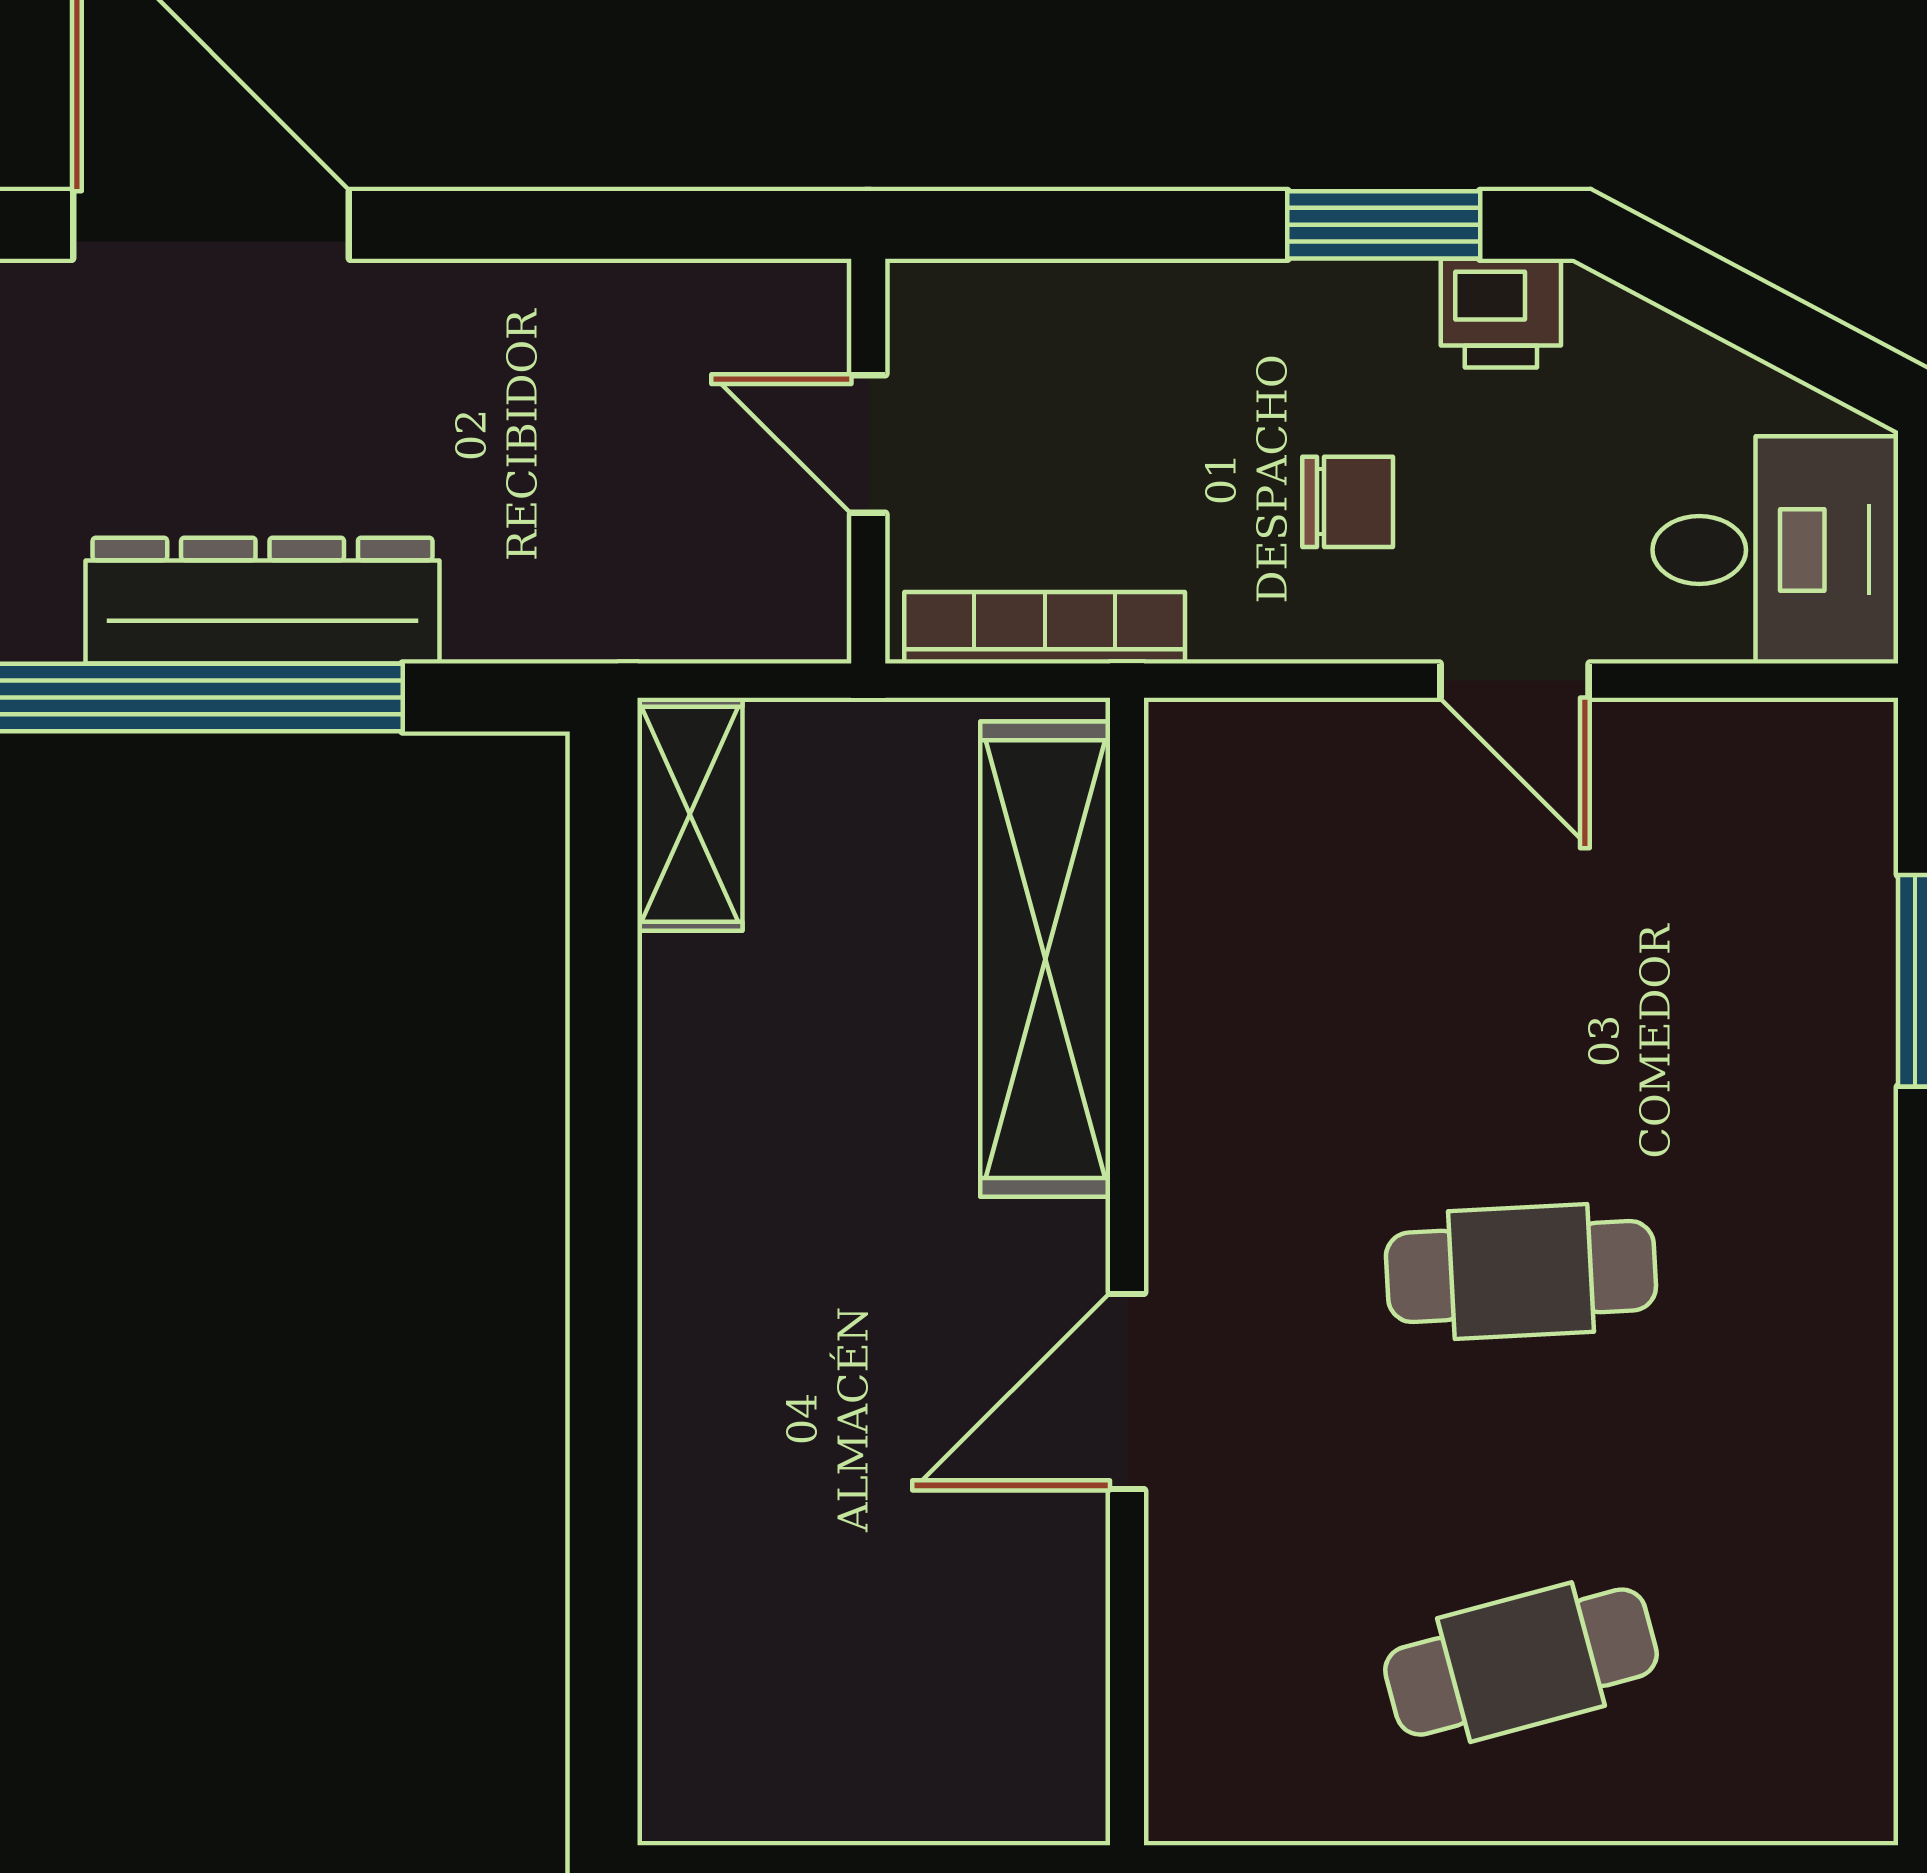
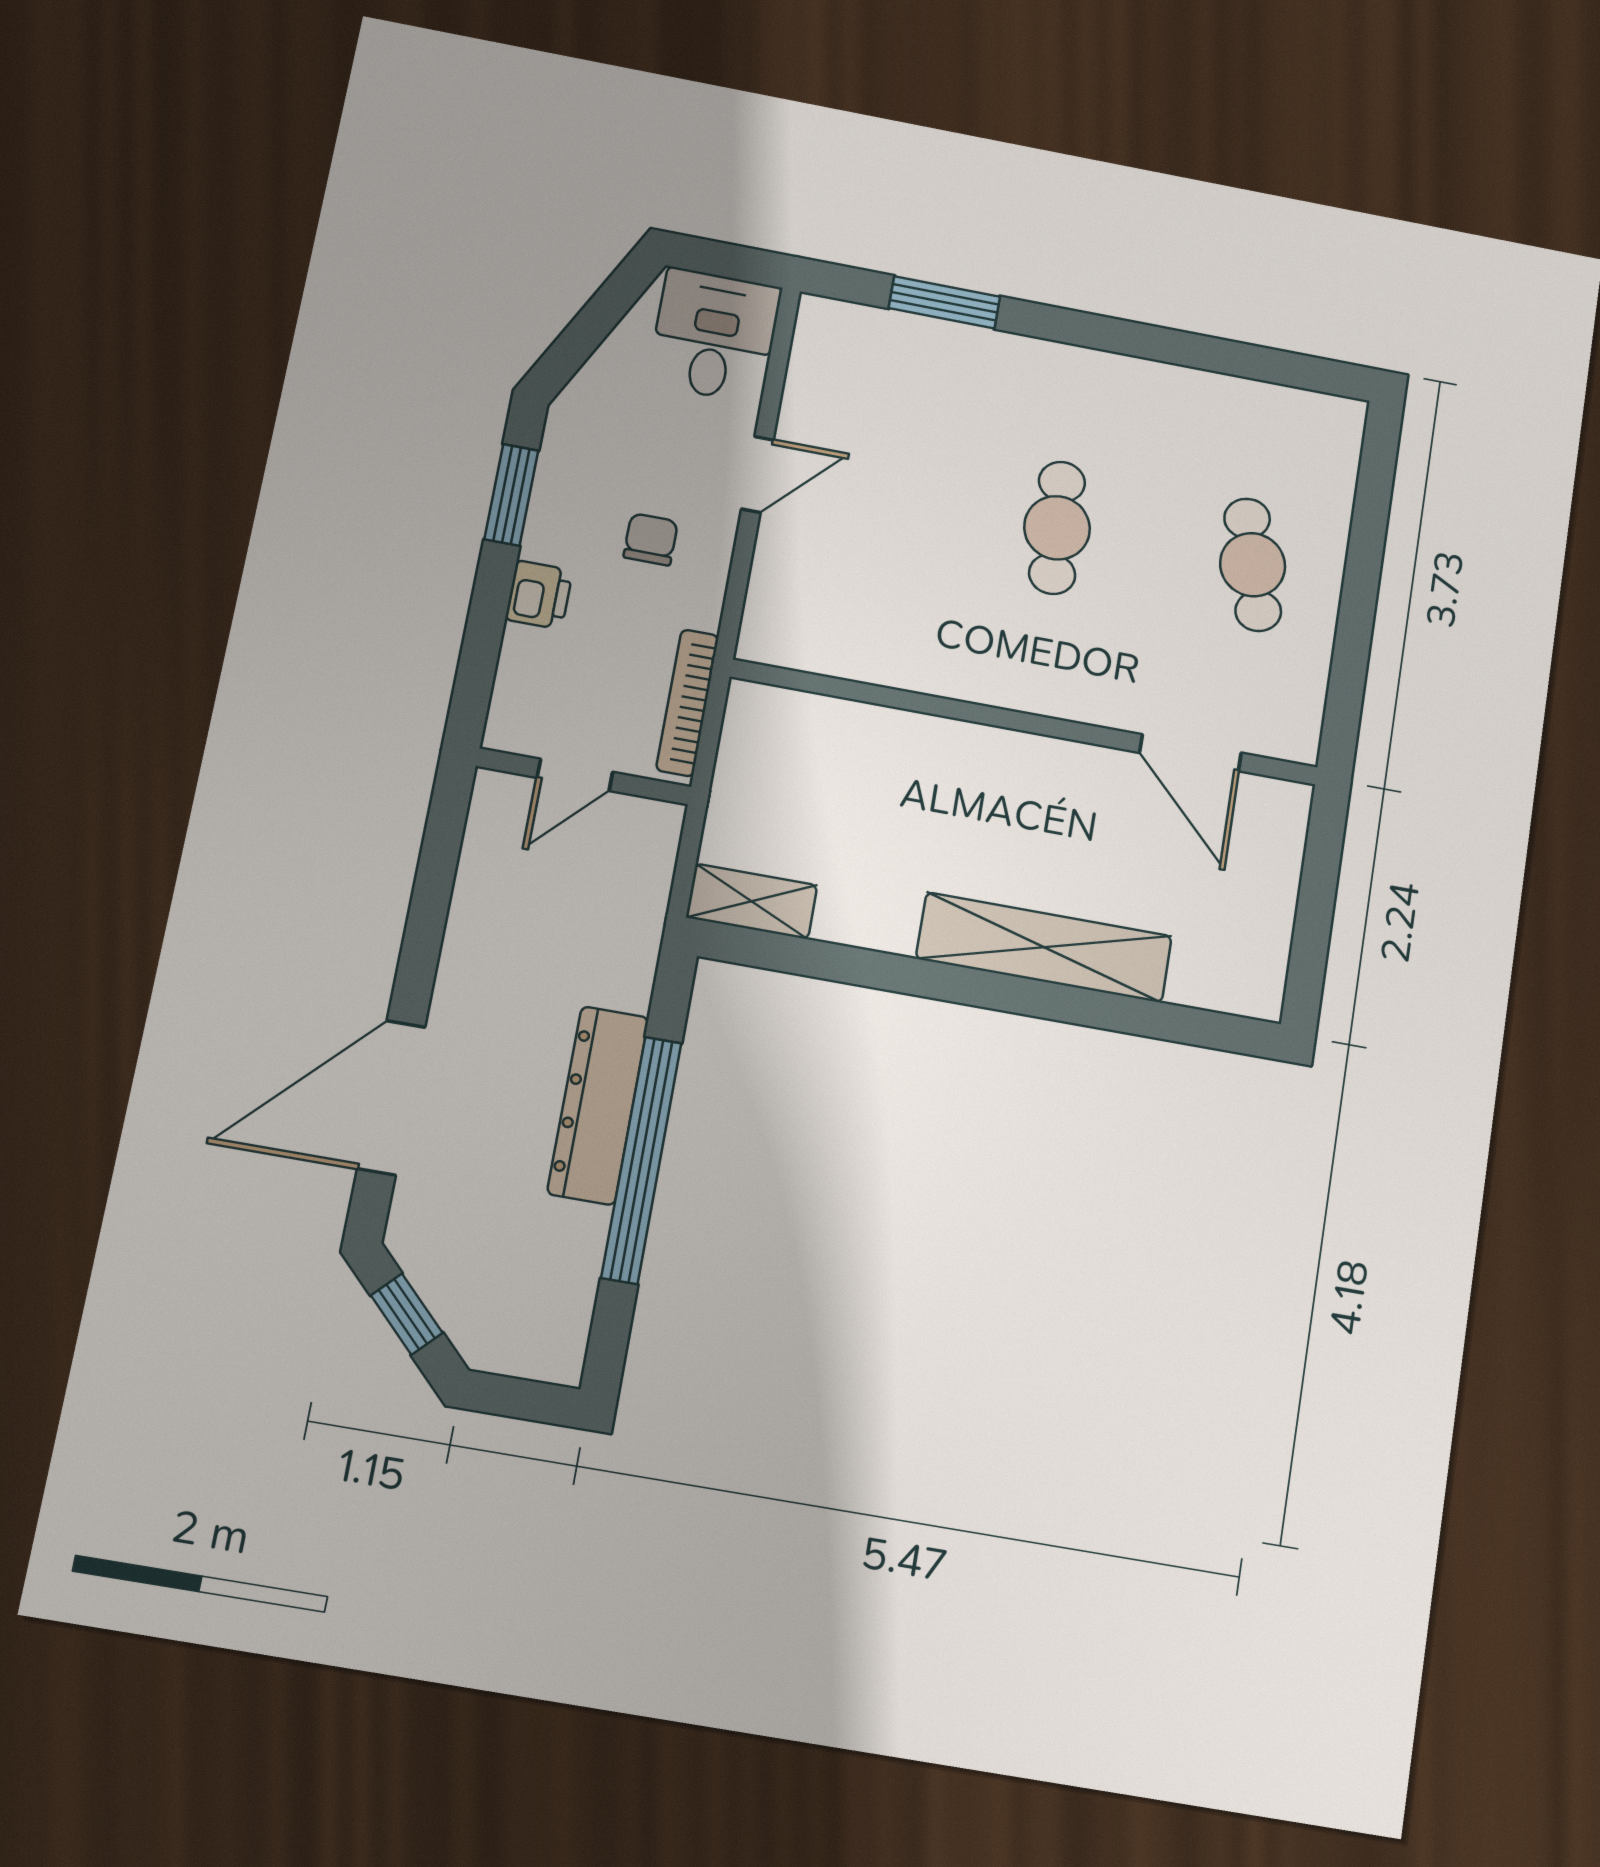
printer: (1501, 313) -> (539, 595), moved
shelving: (1045, 959) -> (1044, 947), moved
door: (1127, 1392) -> (1190, 753), moved

